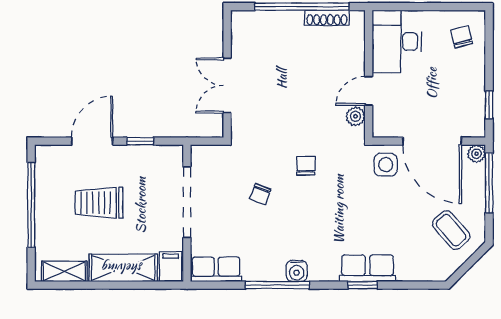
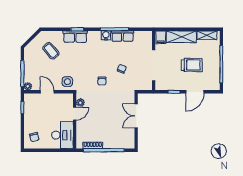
double door: (227, 85) -> (136, 116), swing flipped
door: (432, 141) -> (47, 92), width x0.53
coffee table: (451, 230) -> (51, 51), moved
row of seats: (216, 269) -> (123, 36), moved

